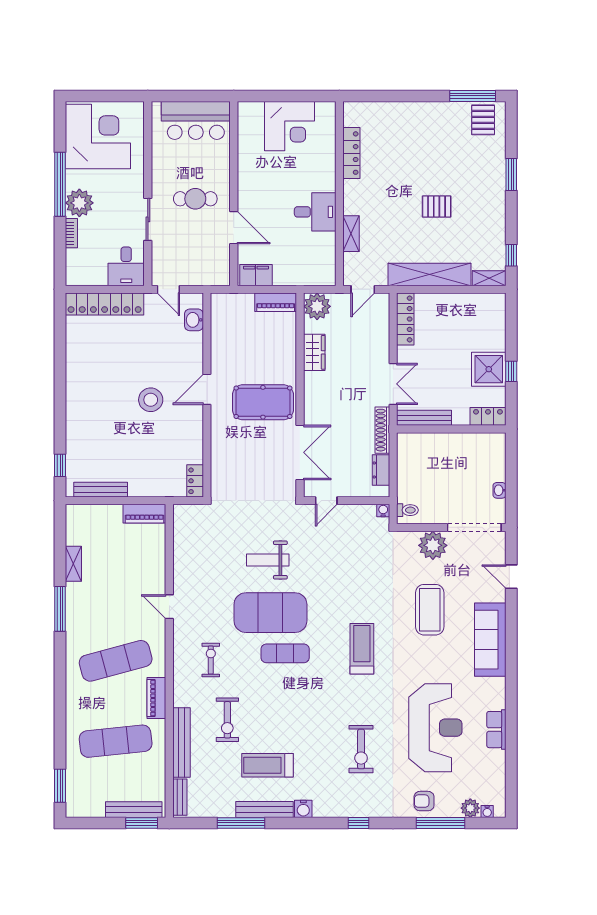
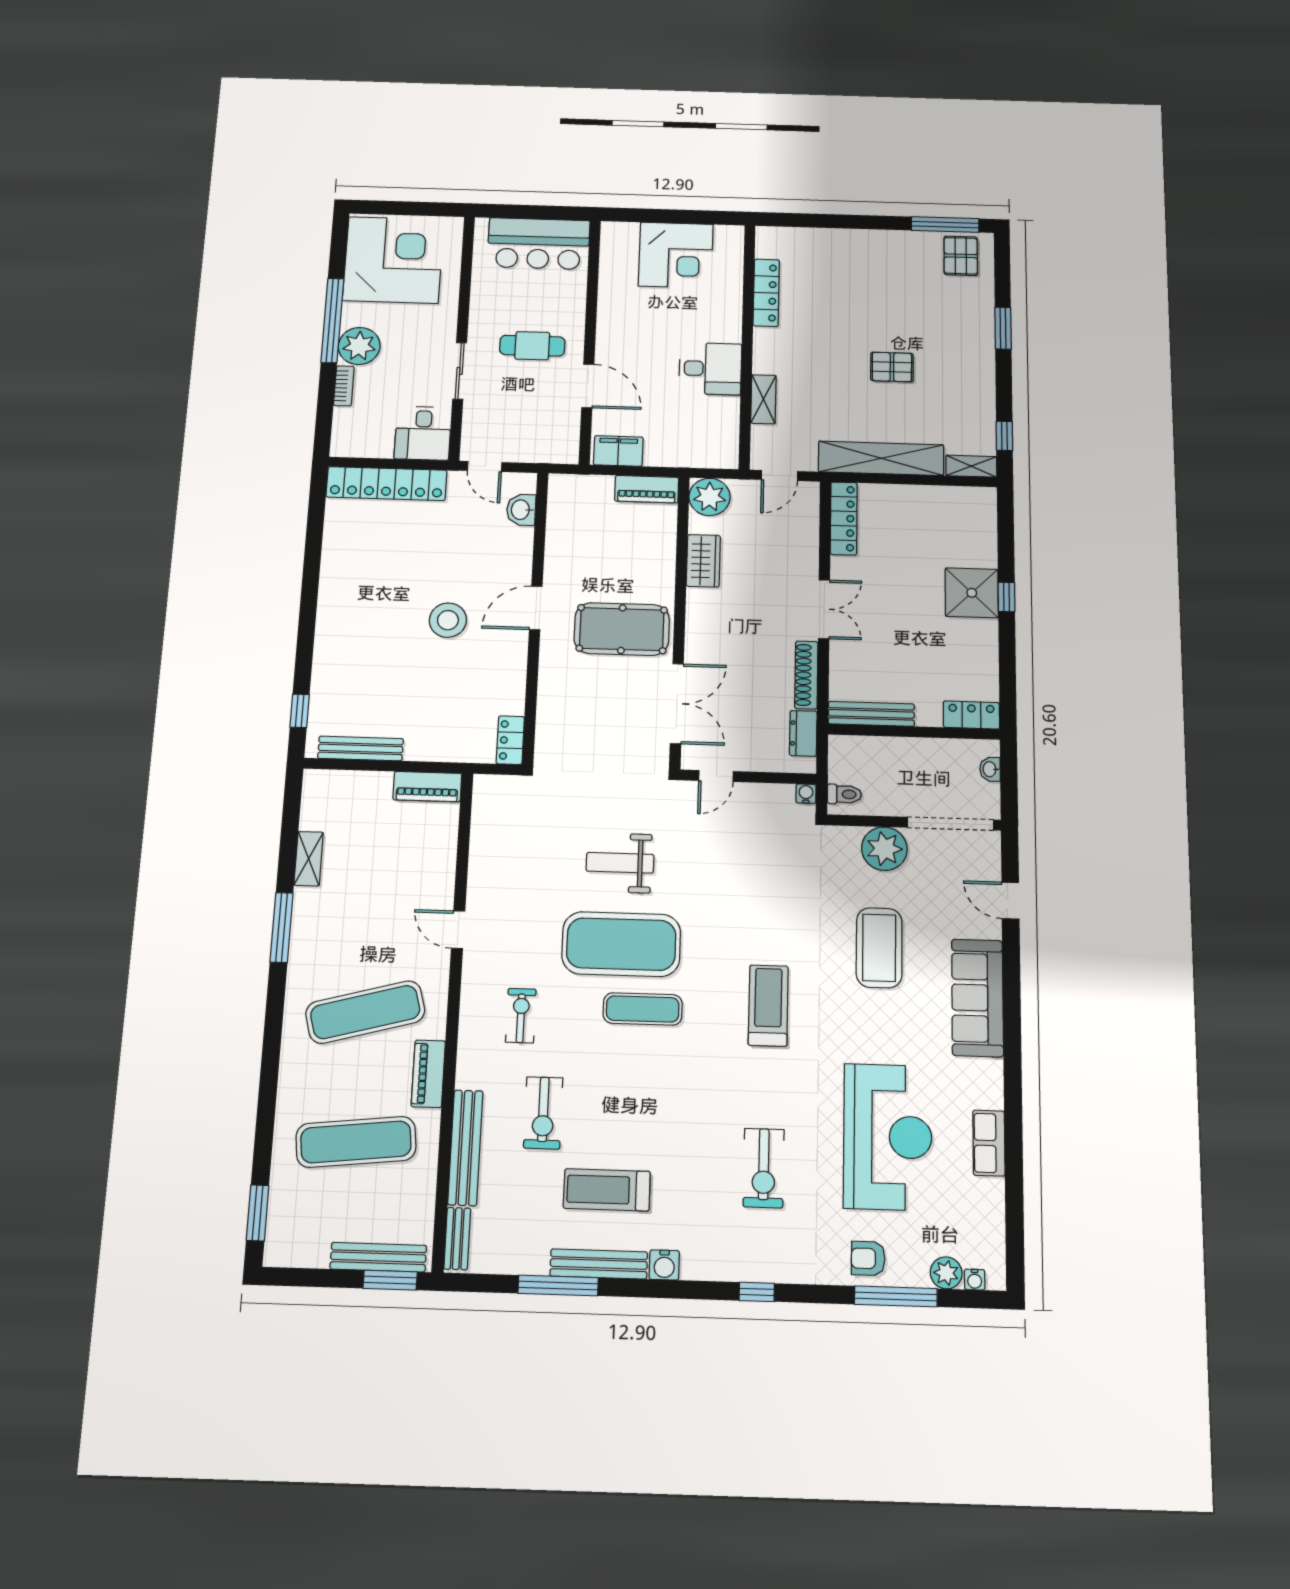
locker: (488, 416) -> (971, 715), moved
bench: (424, 418) -> (871, 714), moved
wall: (451, 429) -> (914, 732), moved

